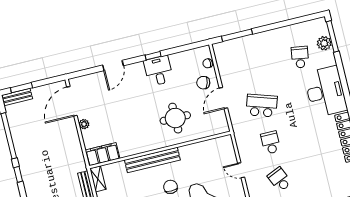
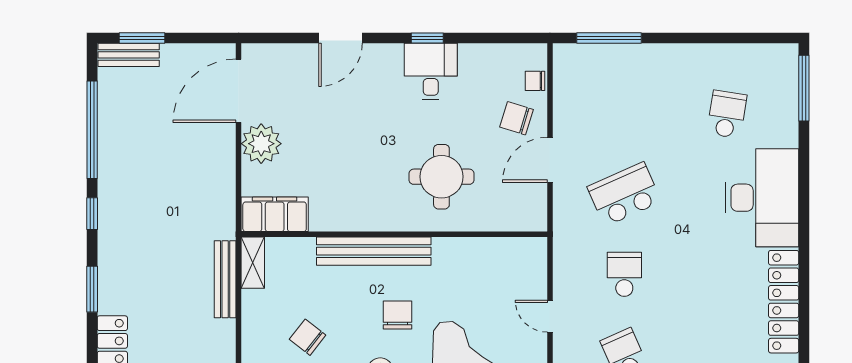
plant: (324, 43) -> (783, 98), removed
school desk: (262, 106) -> (624, 194), turned -42
plant: (84, 124) -> (261, 144), width x1.88, depth x1.88

